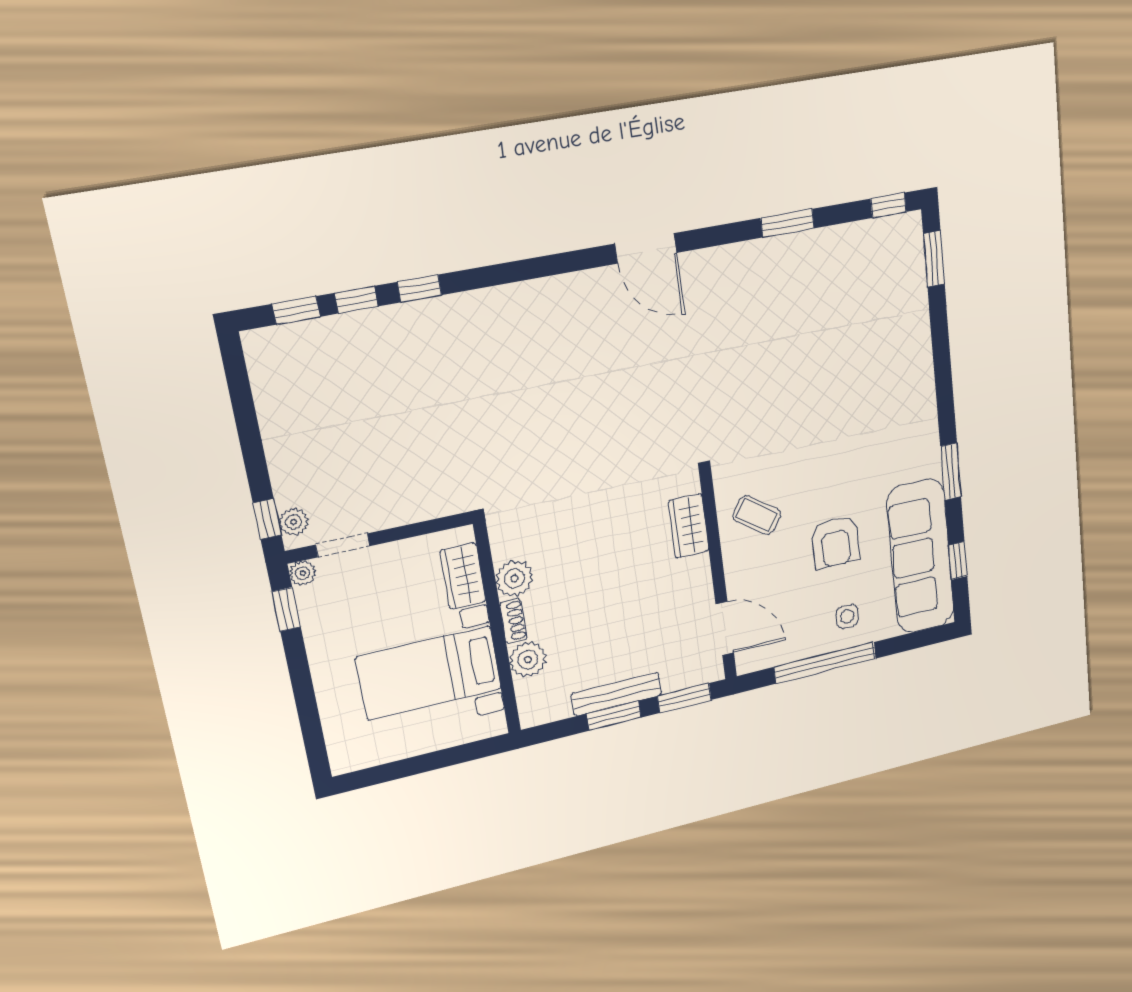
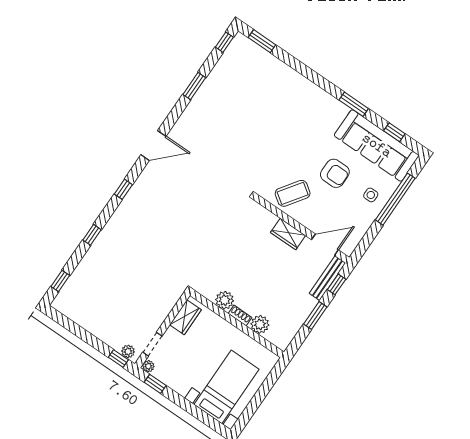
window: (356, 300) -> (123, 189), moved
coffee table: (757, 515) -> (293, 193), width x1.36, depth x1.30
wardrobe: (689, 526) -> (288, 234), moved
wardrobe: (463, 576) -> (185, 317), moved, turned -90
window: (825, 663) -> (395, 199), moved
bed with nightstands: (429, 673) -> (226, 387), moved, turned 180
bench: (617, 694) -> (327, 278), moved
window: (684, 698) -> (337, 284), width x0.67

